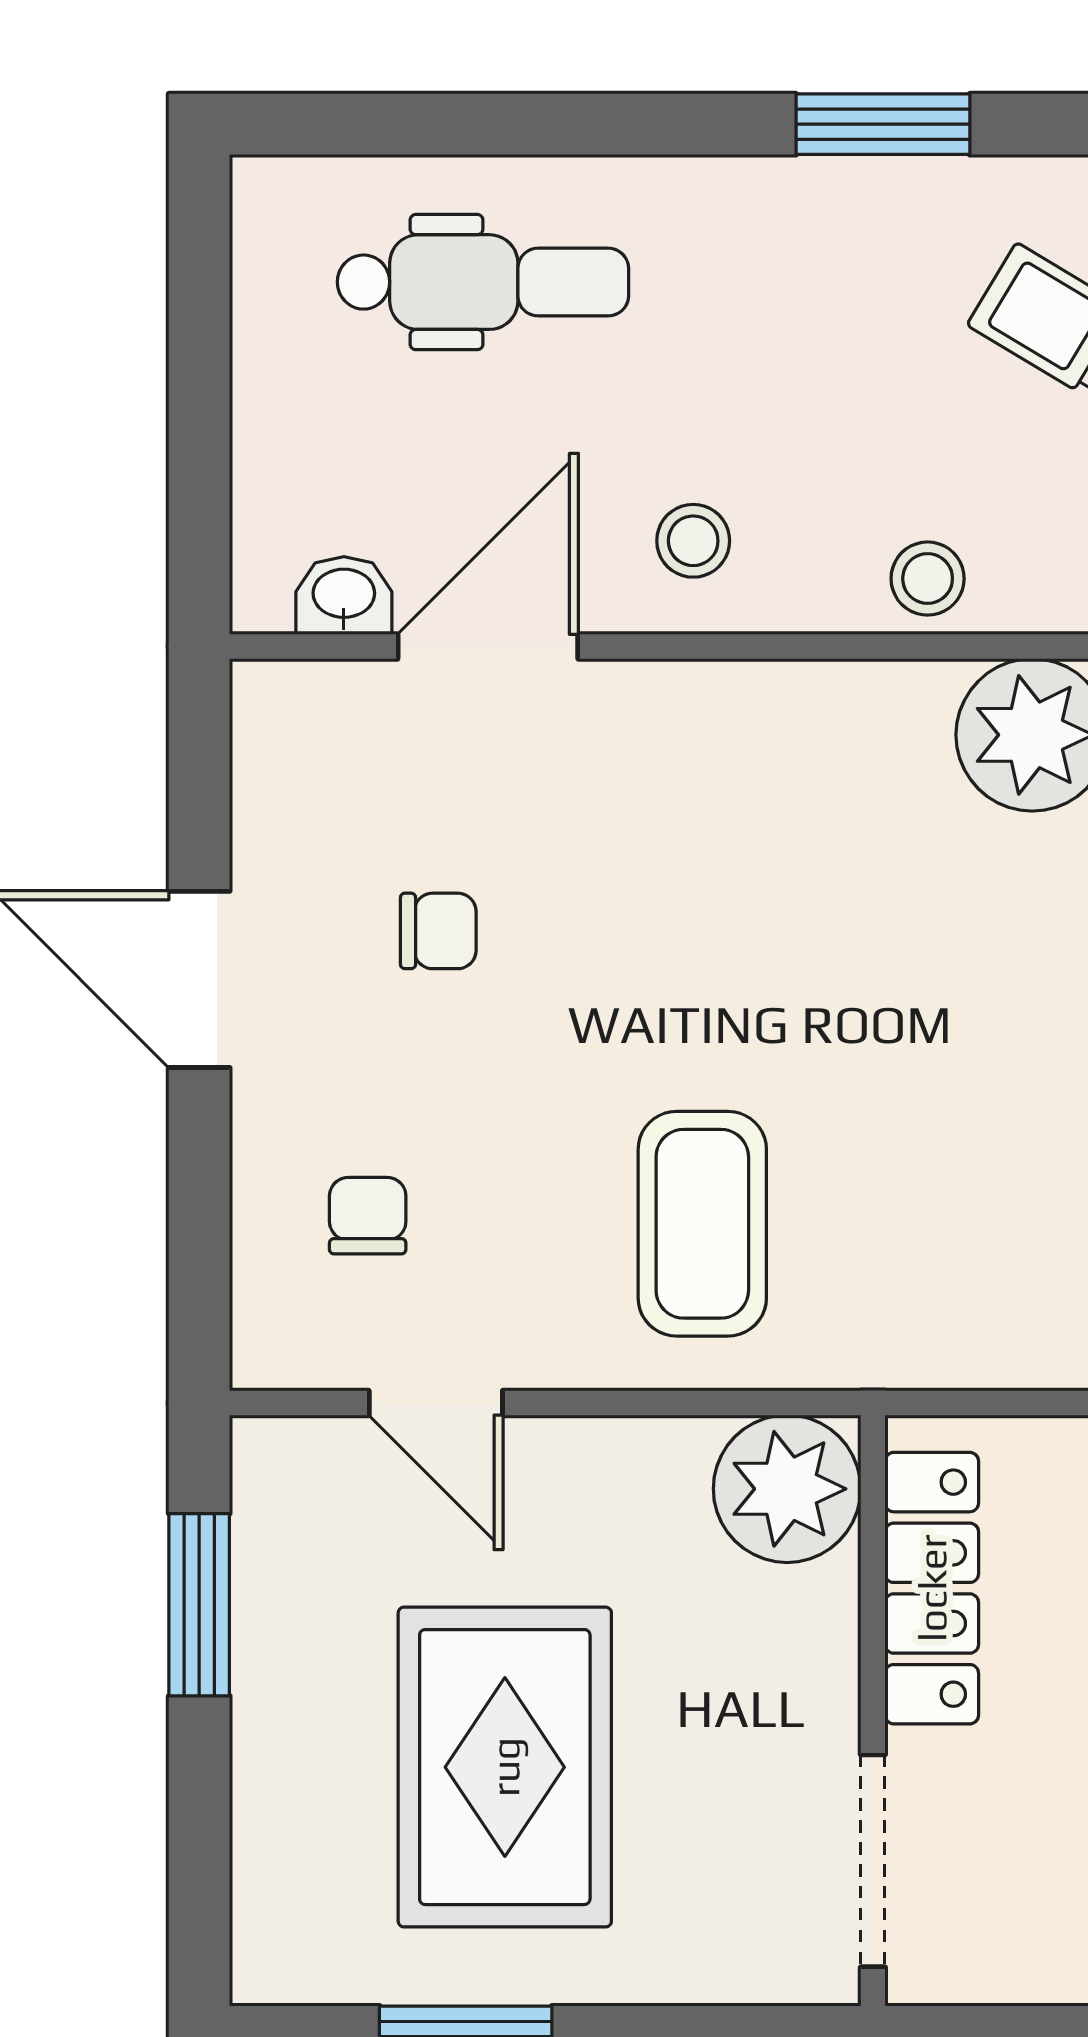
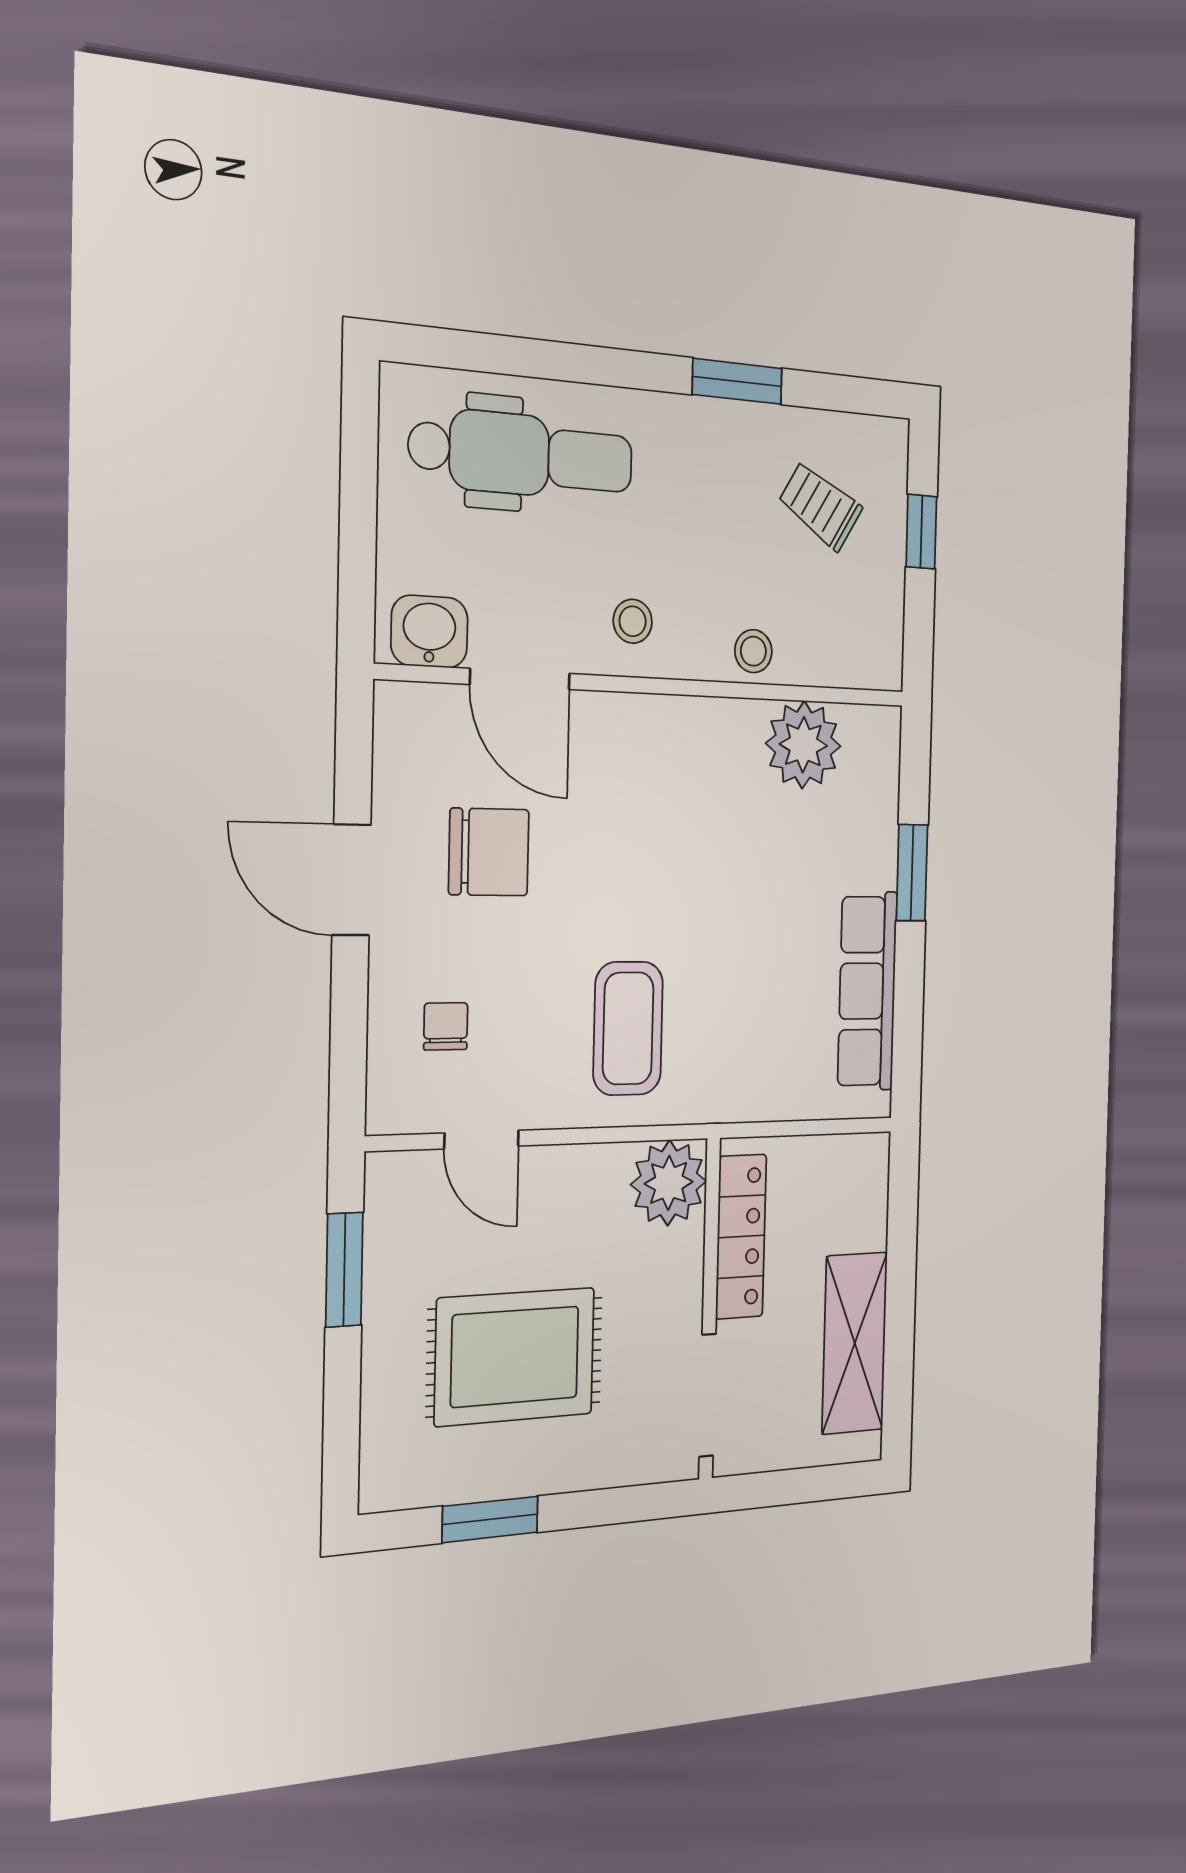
dental chair: (483, 282) -> (522, 455), width x1.36, depth x1.38
washbasin: (344, 596) -> (429, 632), width x1.38, depth x1.45
door: (488, 647) -> (520, 679), swing flipped
chair: (438, 931) -> (489, 852), width x1.87, depth x1.87
rug: (505, 1767) -> (515, 1357), turned 90

